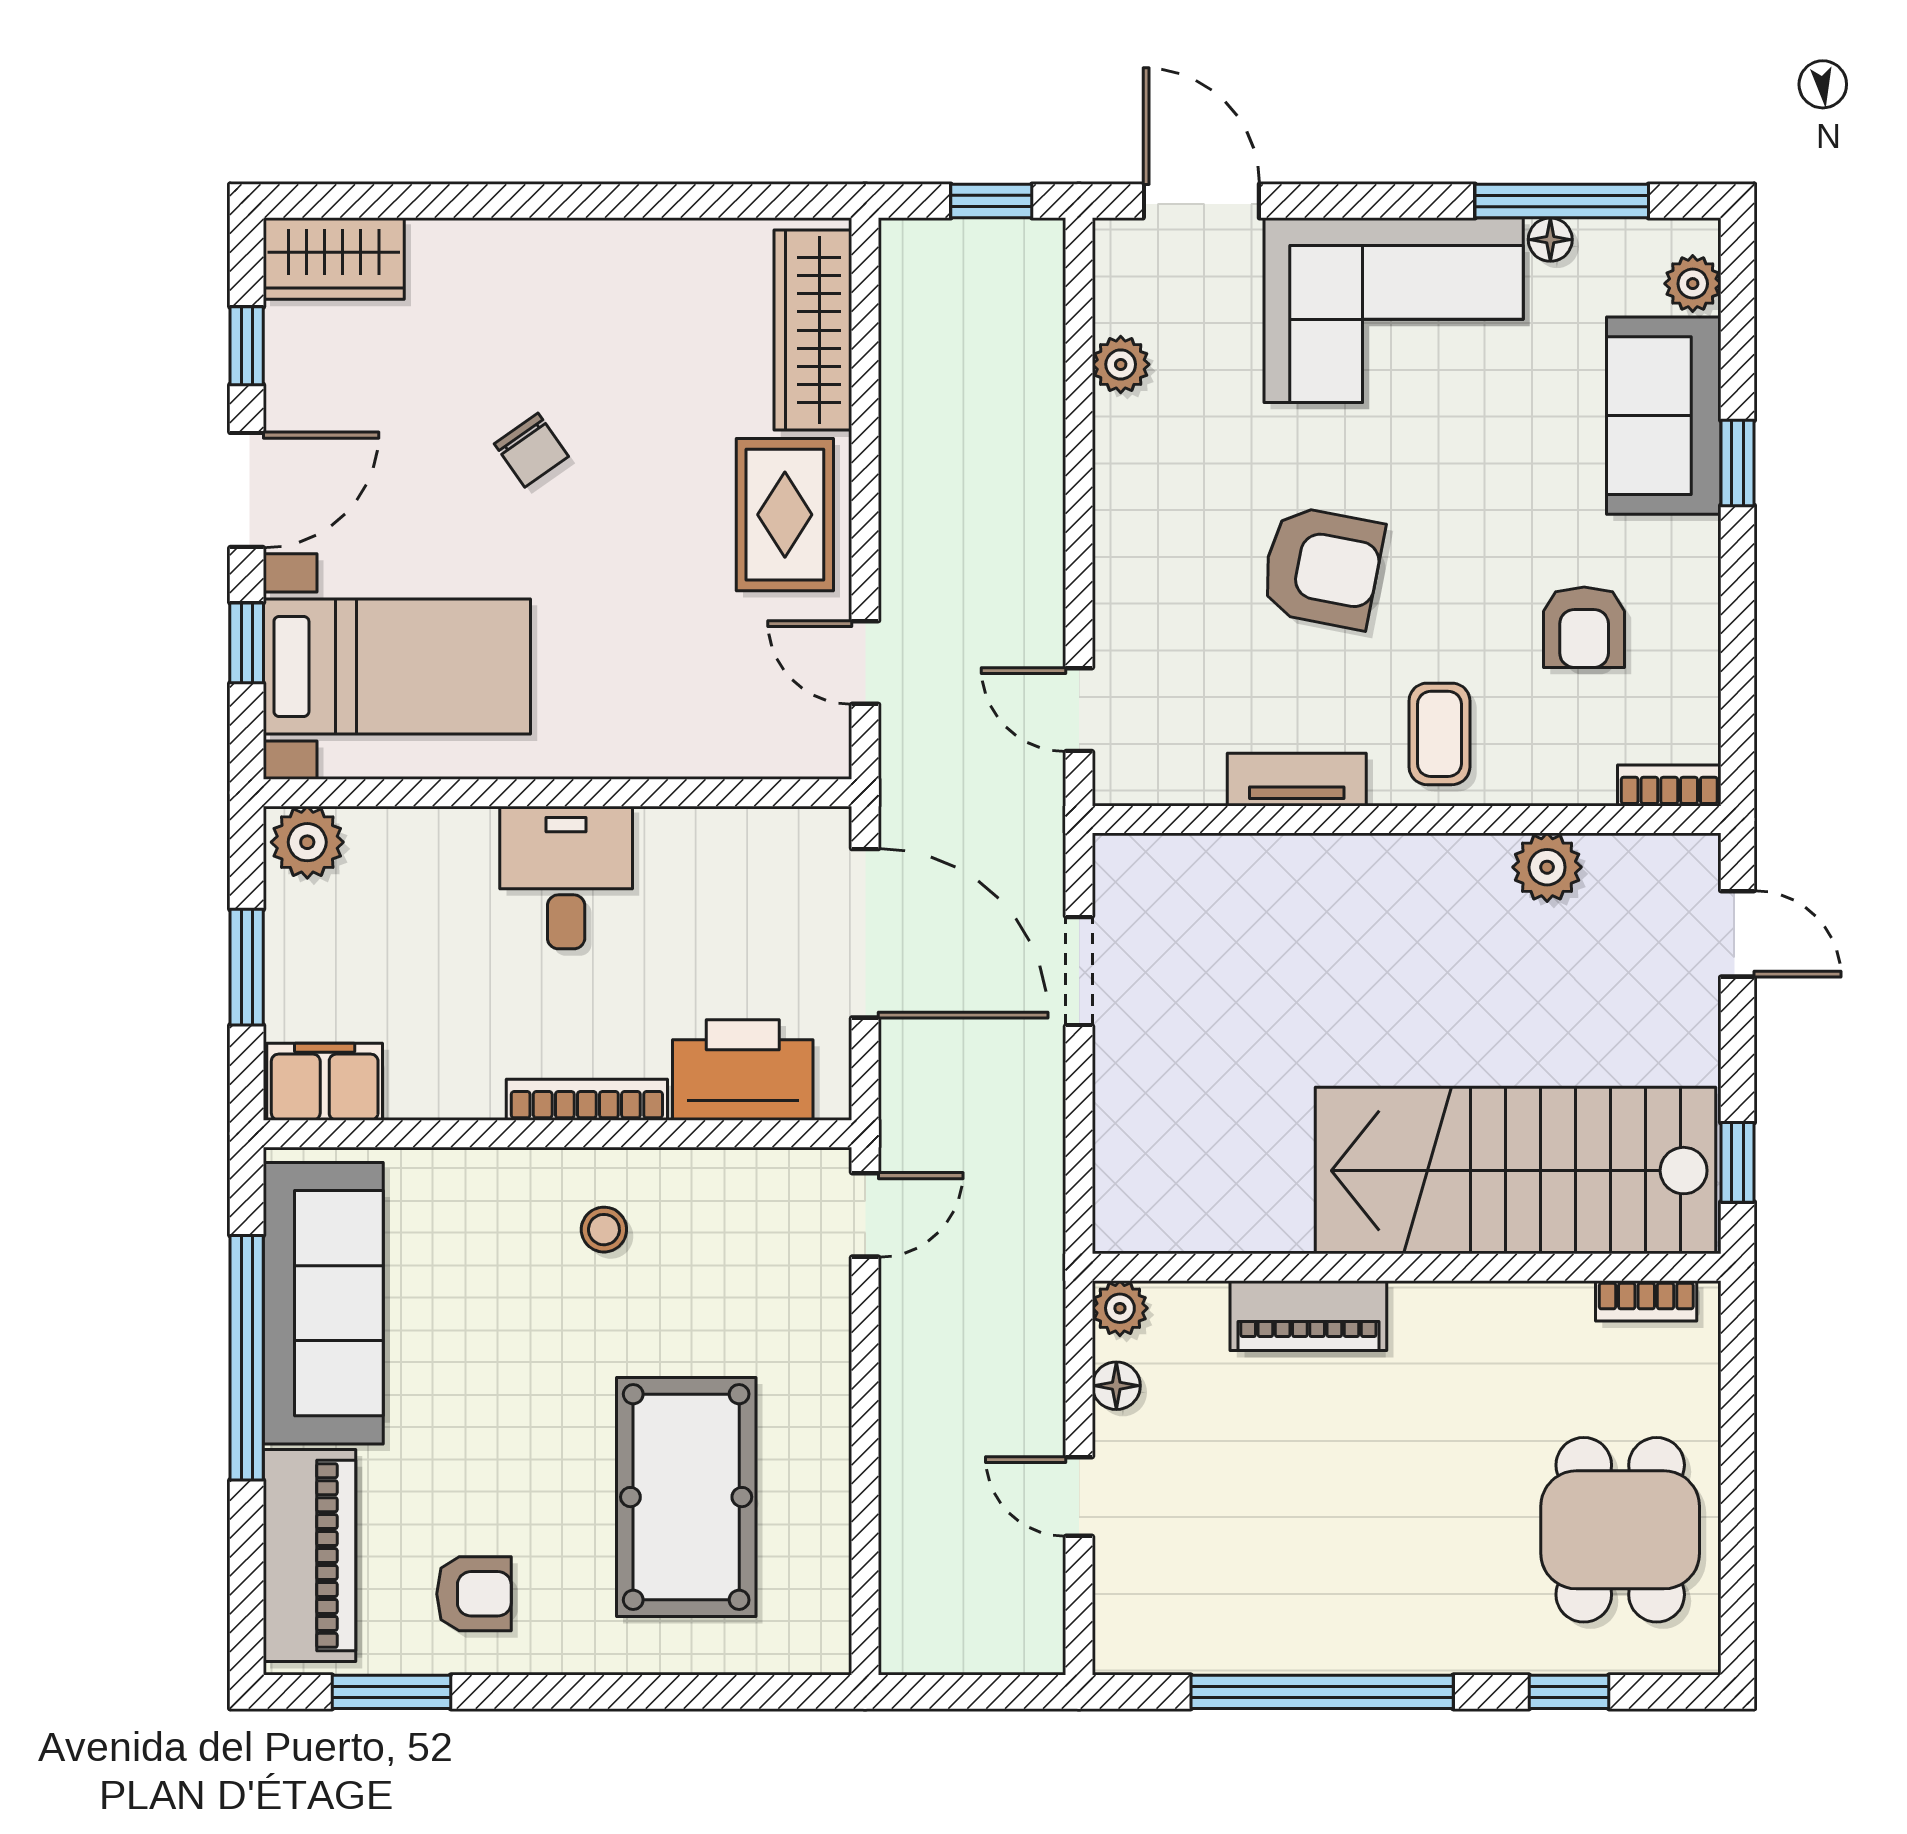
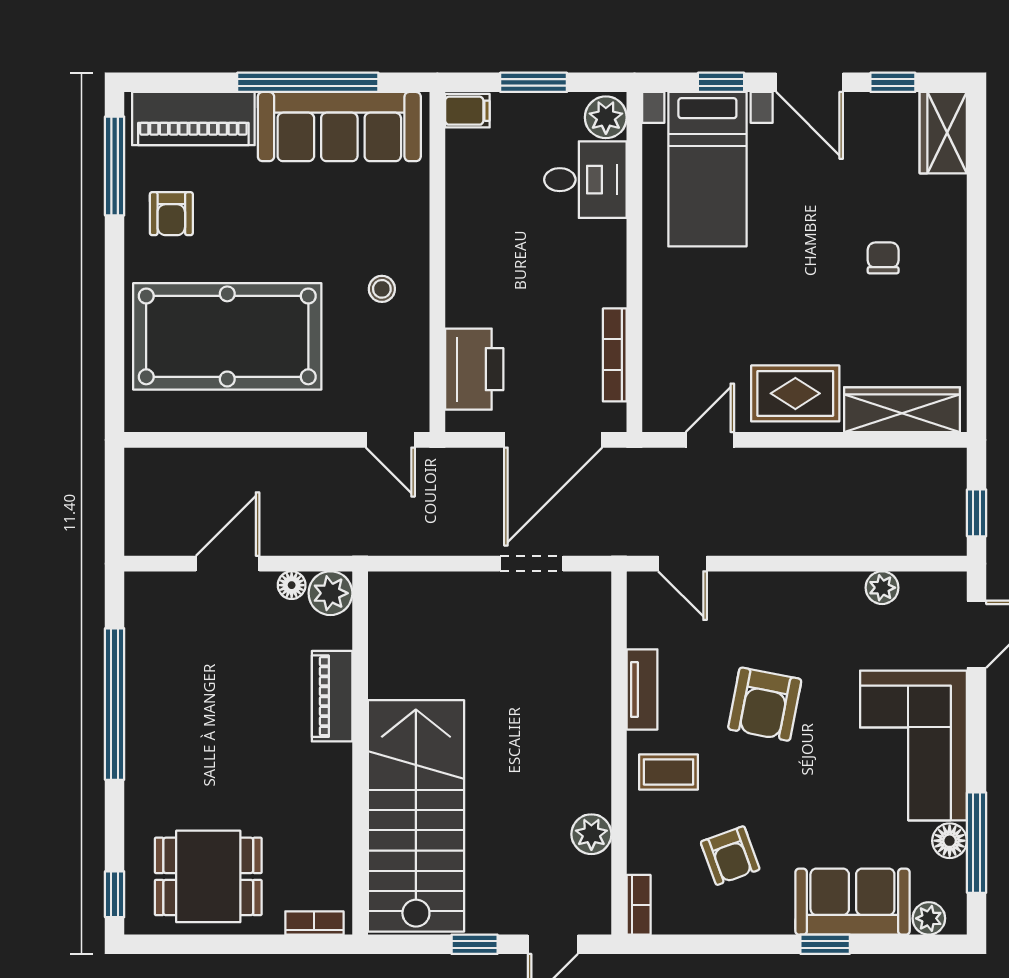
floor lamp: (1550, 240) -> (950, 841), width x1.37, depth x1.37
chair: (531, 450) -> (883, 258), moved, turned 125
armchair: (1584, 627) -> (730, 856), turned -110
door: (1079, 710) -> (683, 564), swing flipped
desk: (566, 878) -> (585, 180), moved
filing cabinet: (325, 1082) -> (467, 111), width x0.50
bookcase: (587, 1100) -> (615, 355), moved, turned 180
window: (1738, 1162) -> (475, 944), moved
bookcase: (1646, 1301) -> (314, 923), moved, turned 90
plant: (1120, 1308) -> (330, 593), width x1.38, depth x1.38
door: (1079, 1496) -> (228, 564), width x1.38
pool table: (686, 1497) -> (227, 336), width x1.36, depth x1.32
window: (391, 1692) -> (115, 166), width x1.44
window: (1569, 1692) -> (115, 894), moved

